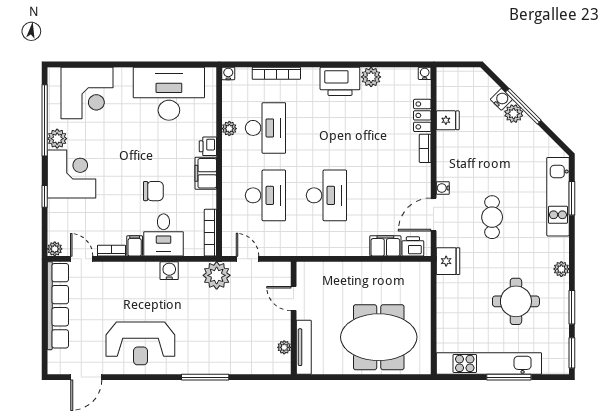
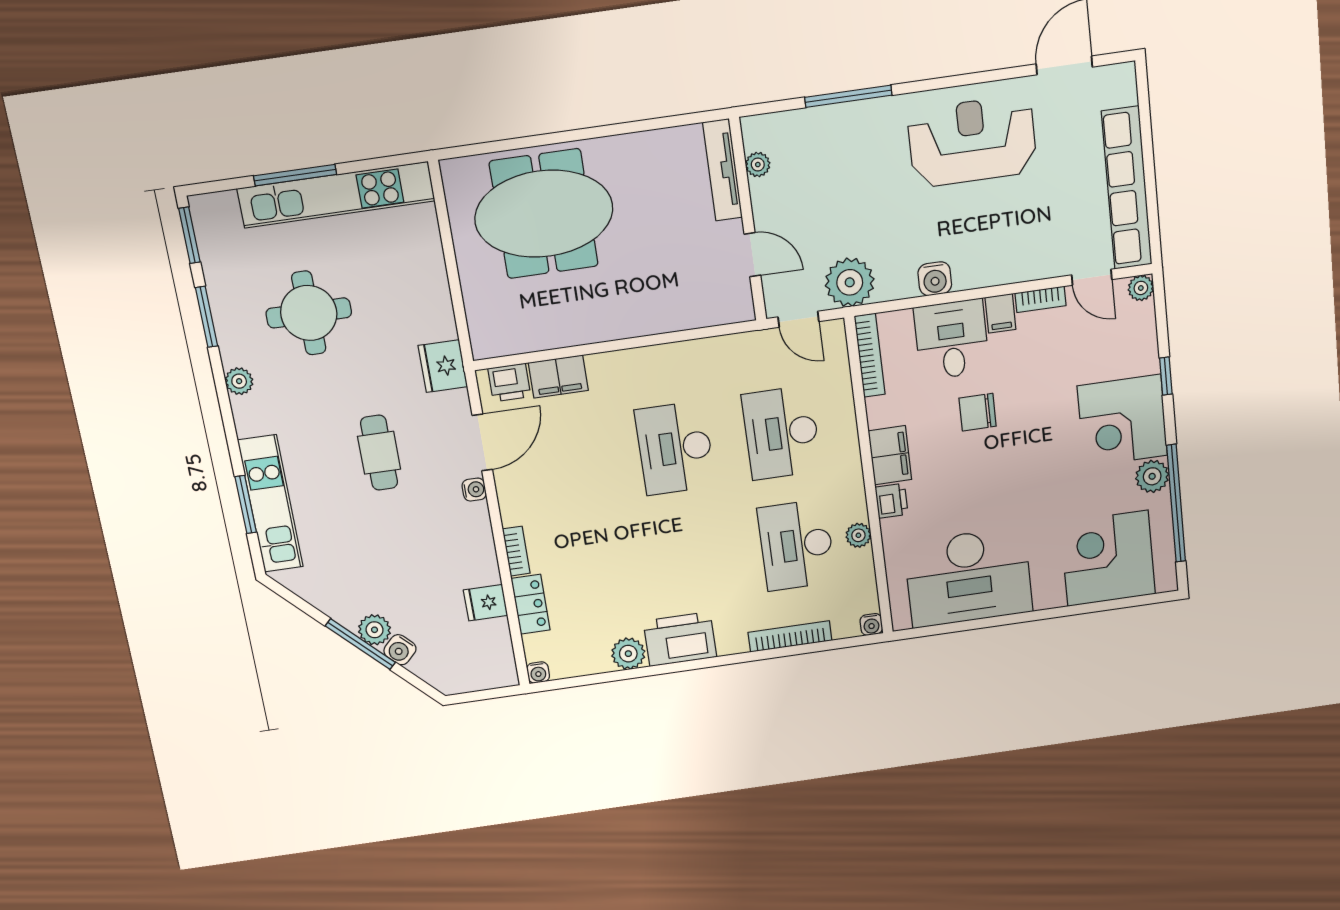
door: (294, 299) -> (752, 255), moved
wall: (294, 318) -> (748, 220), moved
plant: (284, 347) -> (758, 165), moved
tv unit: (304, 347) -> (722, 170), moved

